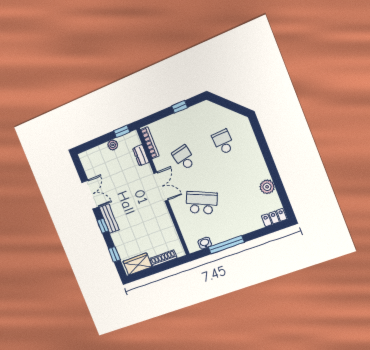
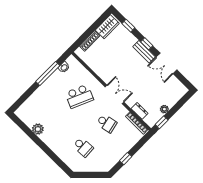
double door: (161, 187) -> (115, 94), swing flipped
locker: (274, 218) -> (23, 109), removed

